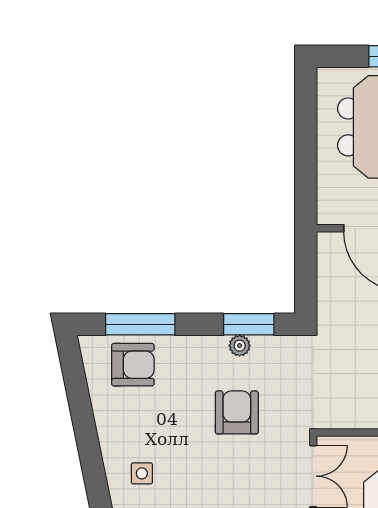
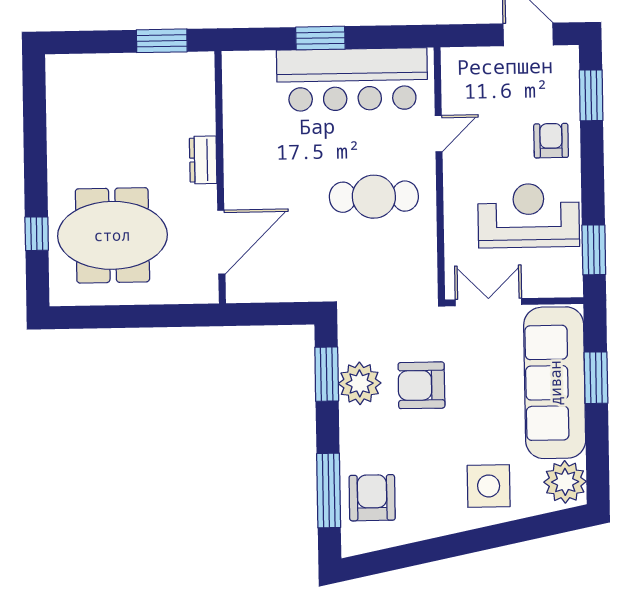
plant: (240, 346) -> (360, 383), width x1.87, depth x1.87
side table: (142, 473) -> (489, 486), width x1.87, depth x1.87

